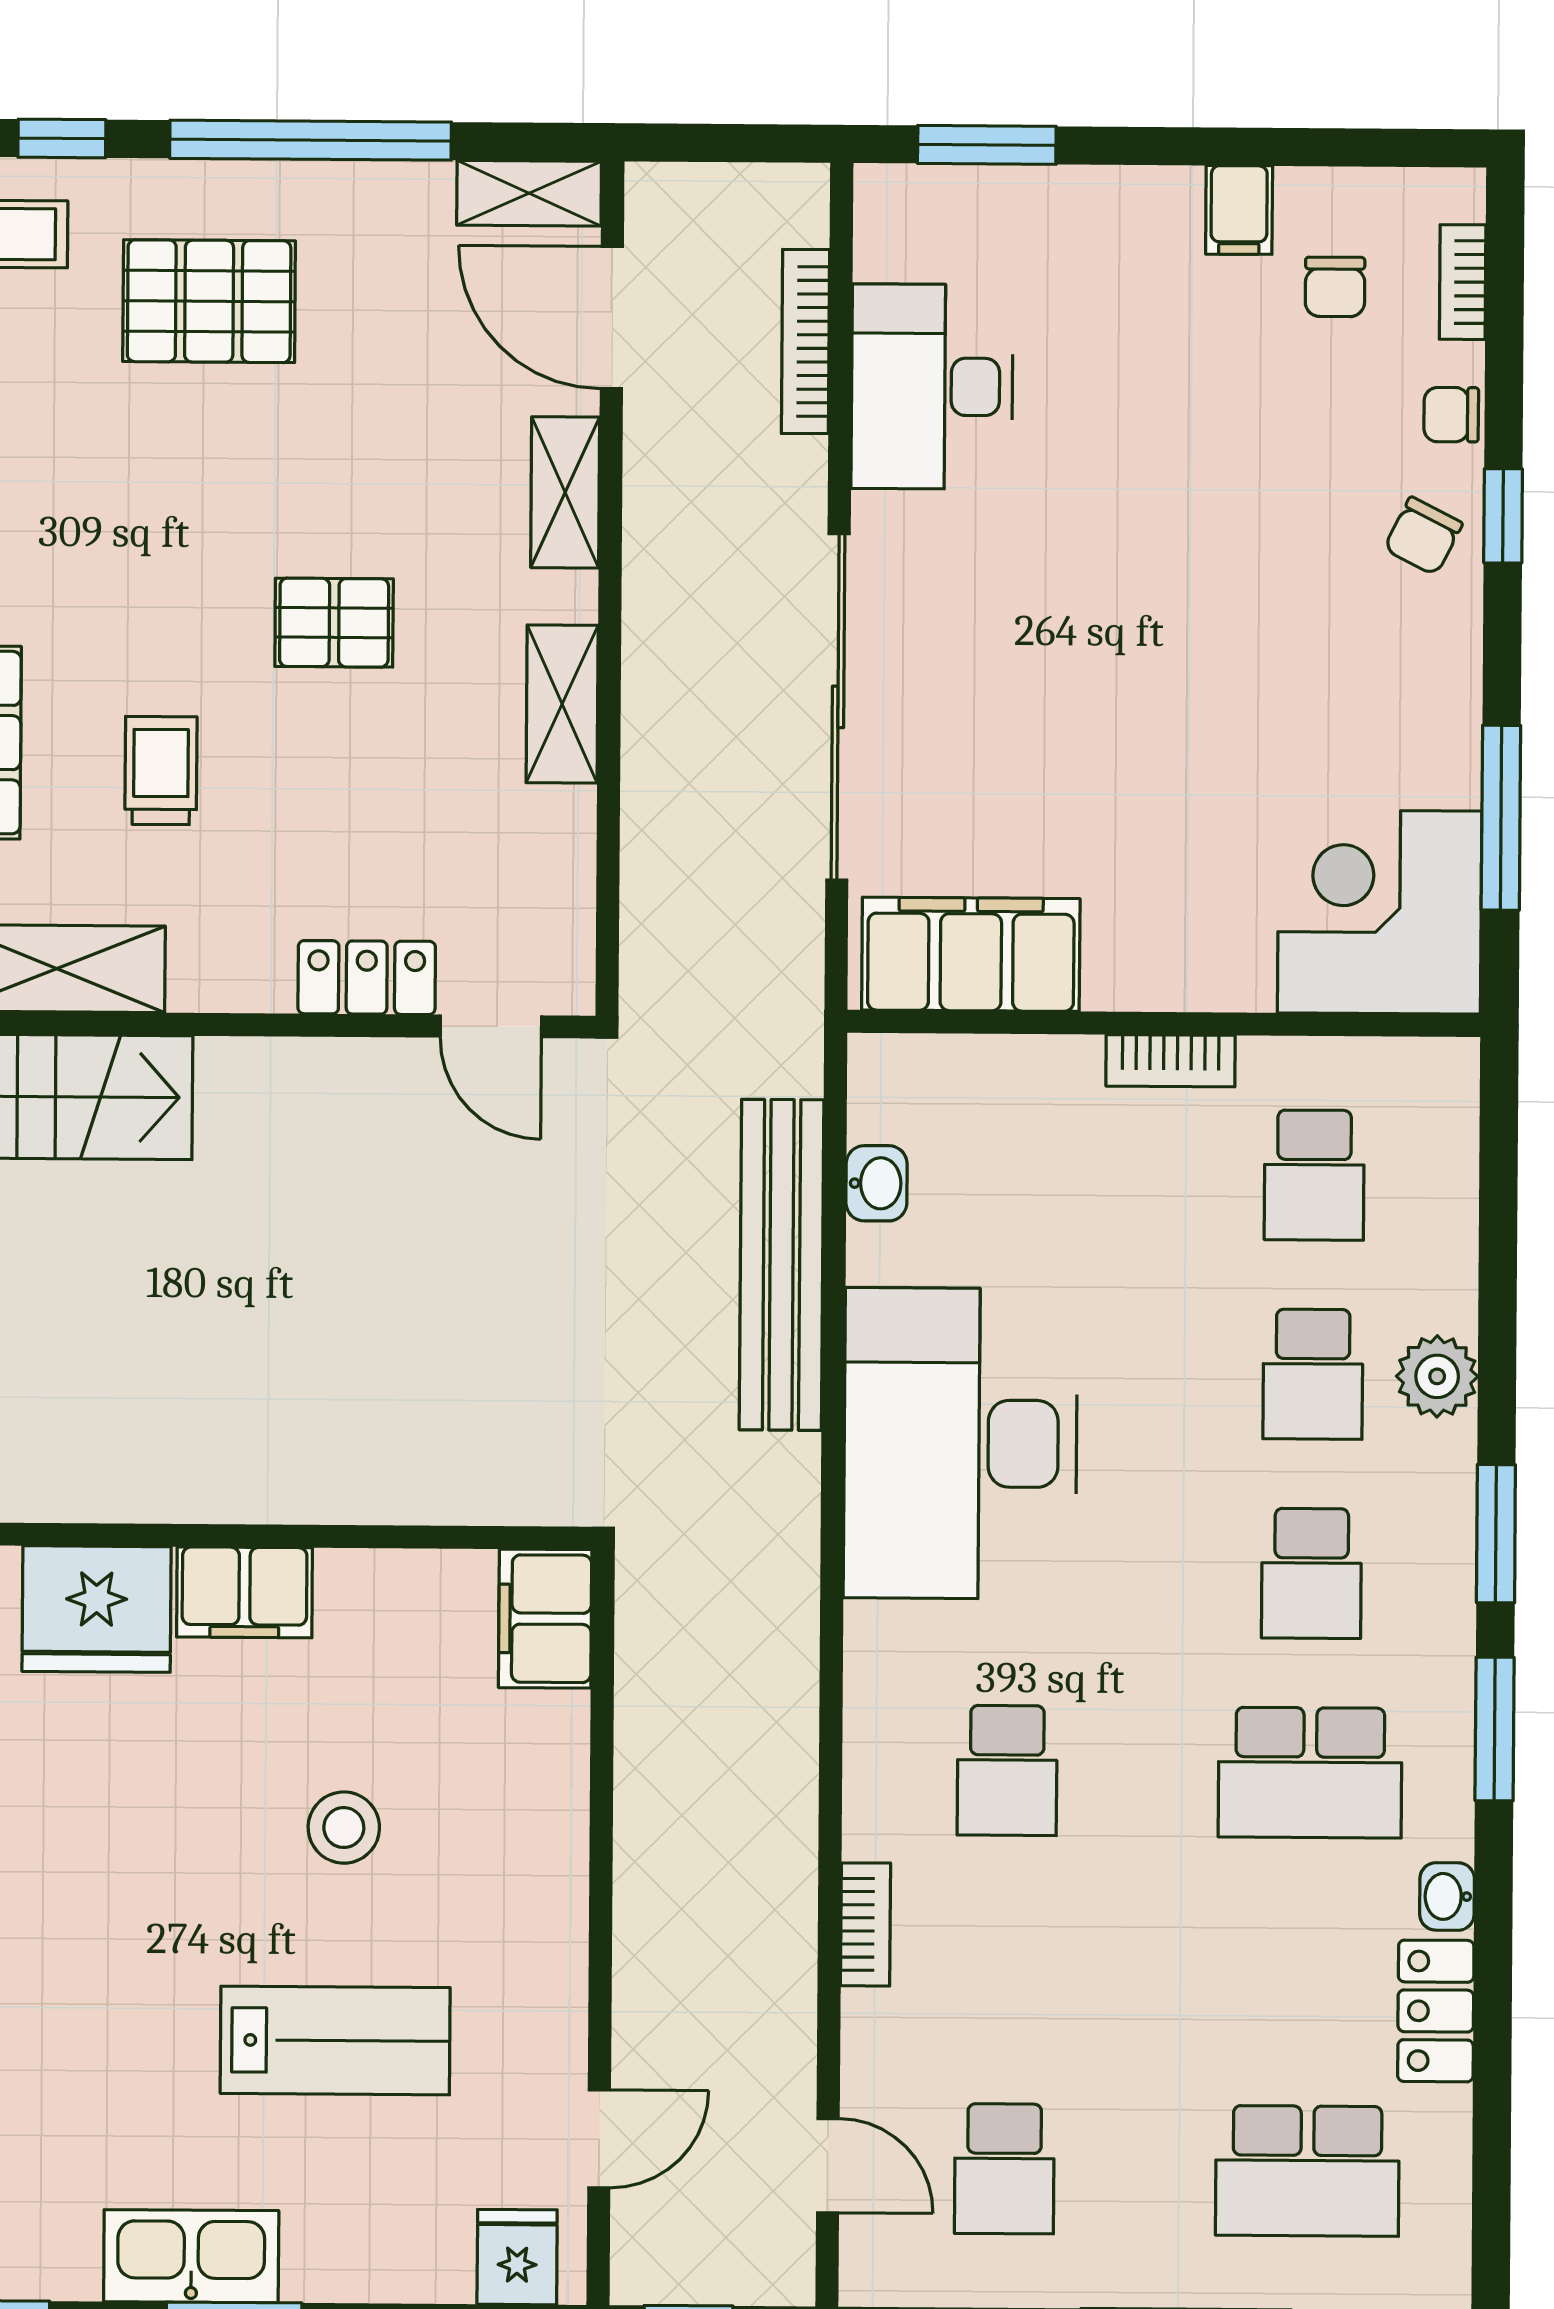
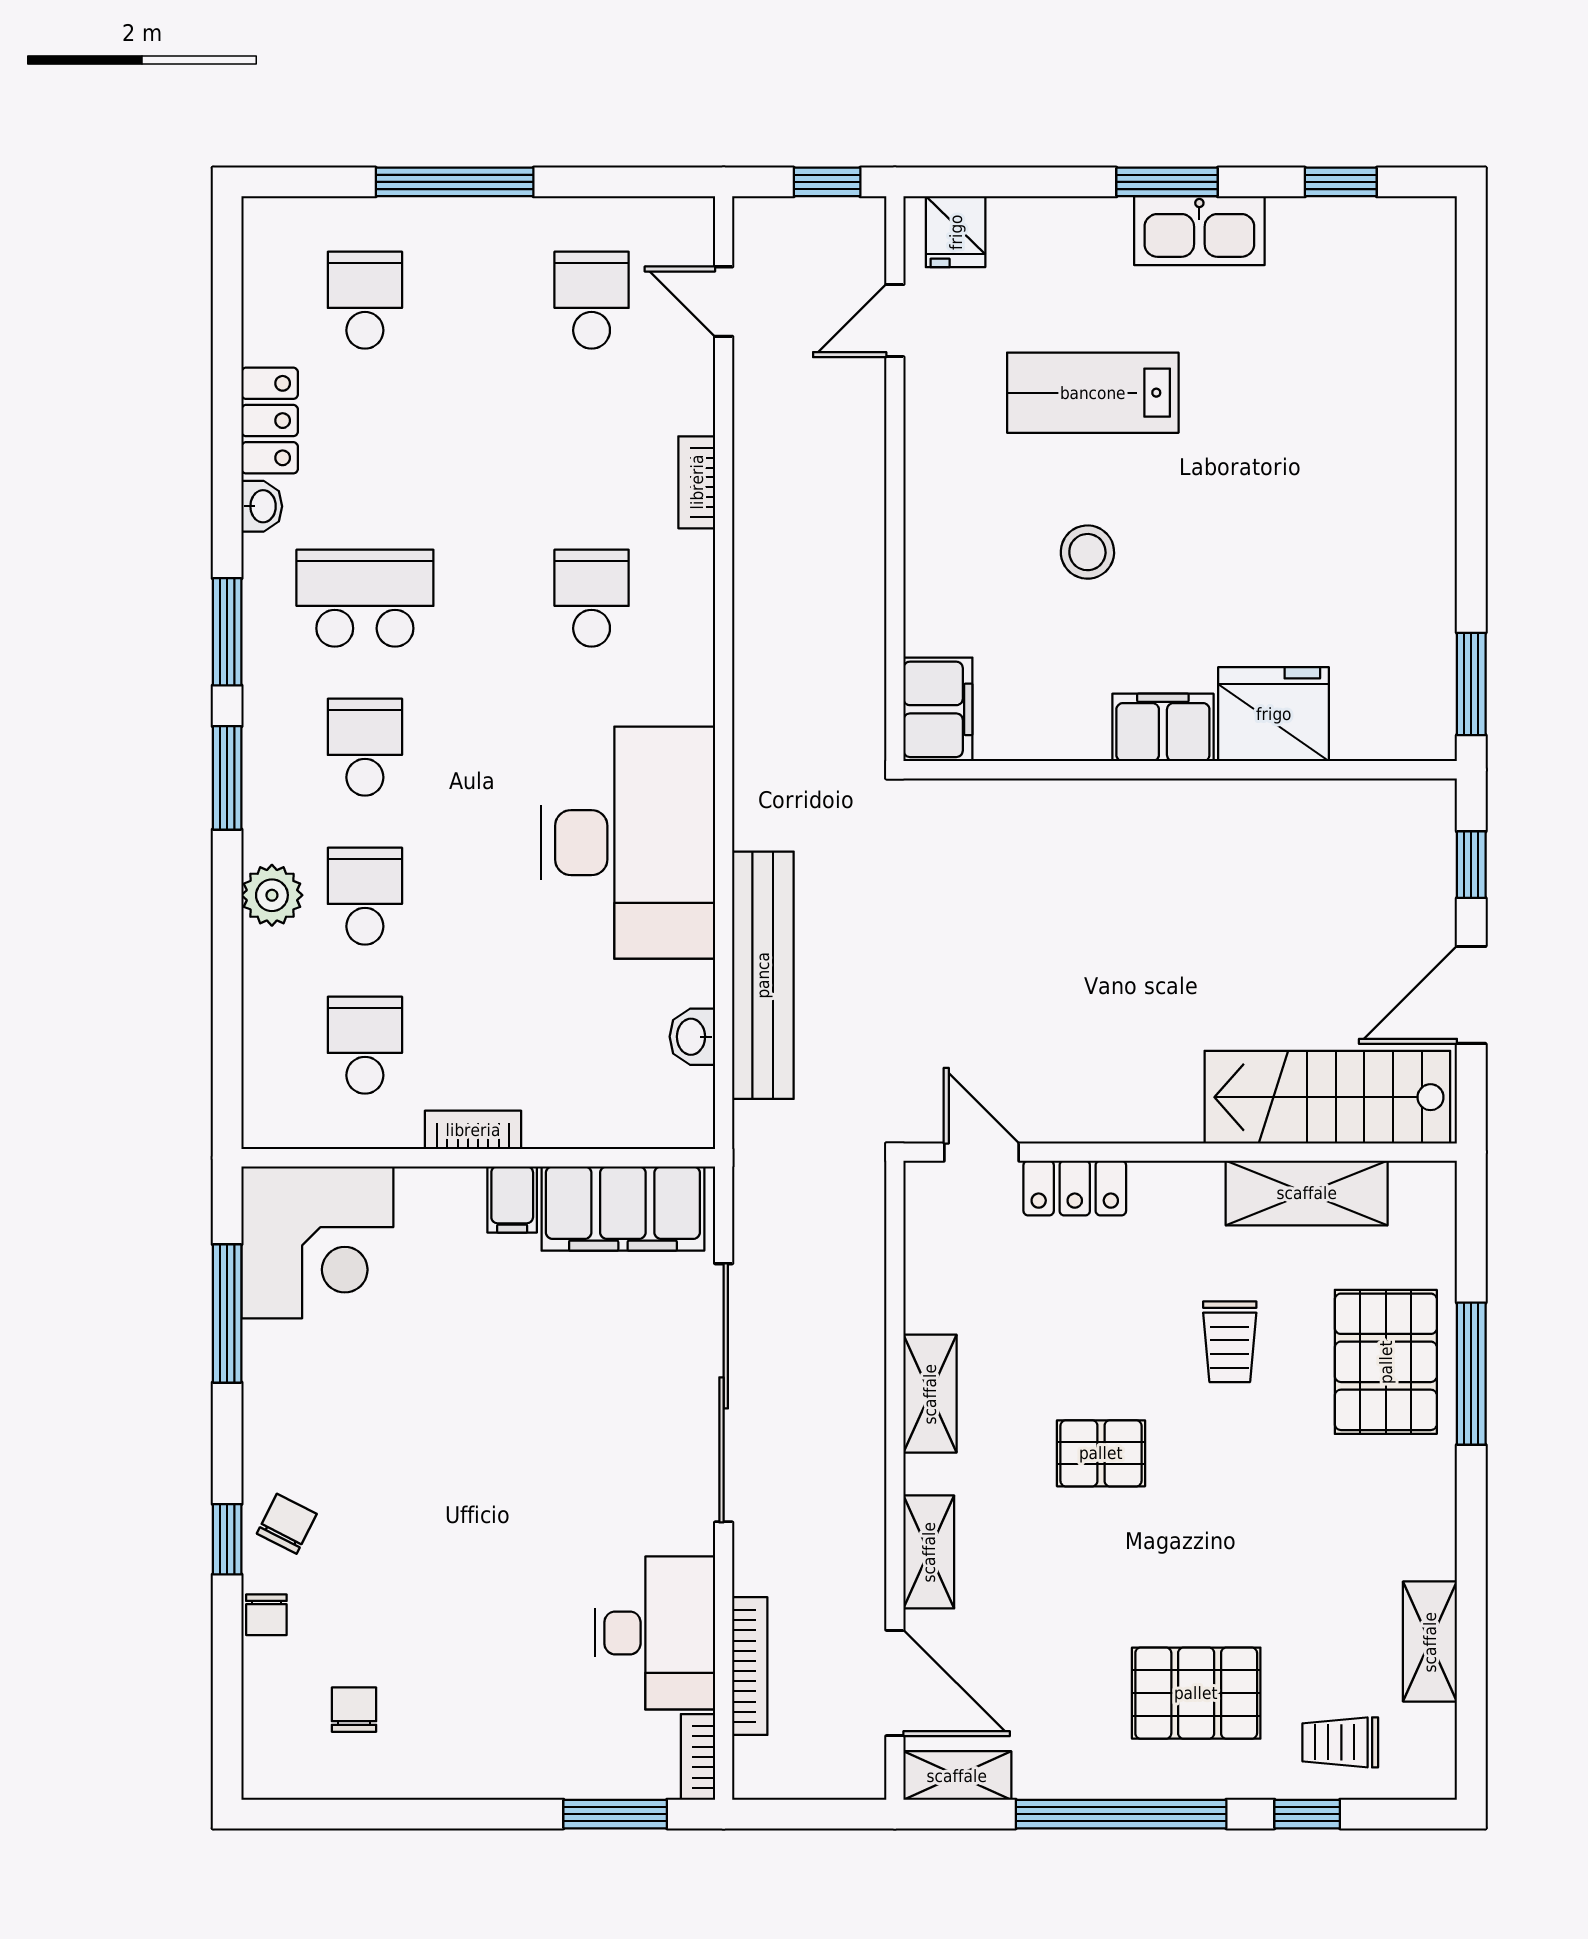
filing cabinet: (1239, 210) -> (512, 1199), moved, turned 180
bookcase: (1463, 282) -> (698, 1757), moved, turned 180
chair: (1451, 415) -> (266, 1615), turned 90
school desk: (1307, 2171) -> (365, 300), width x0.54

